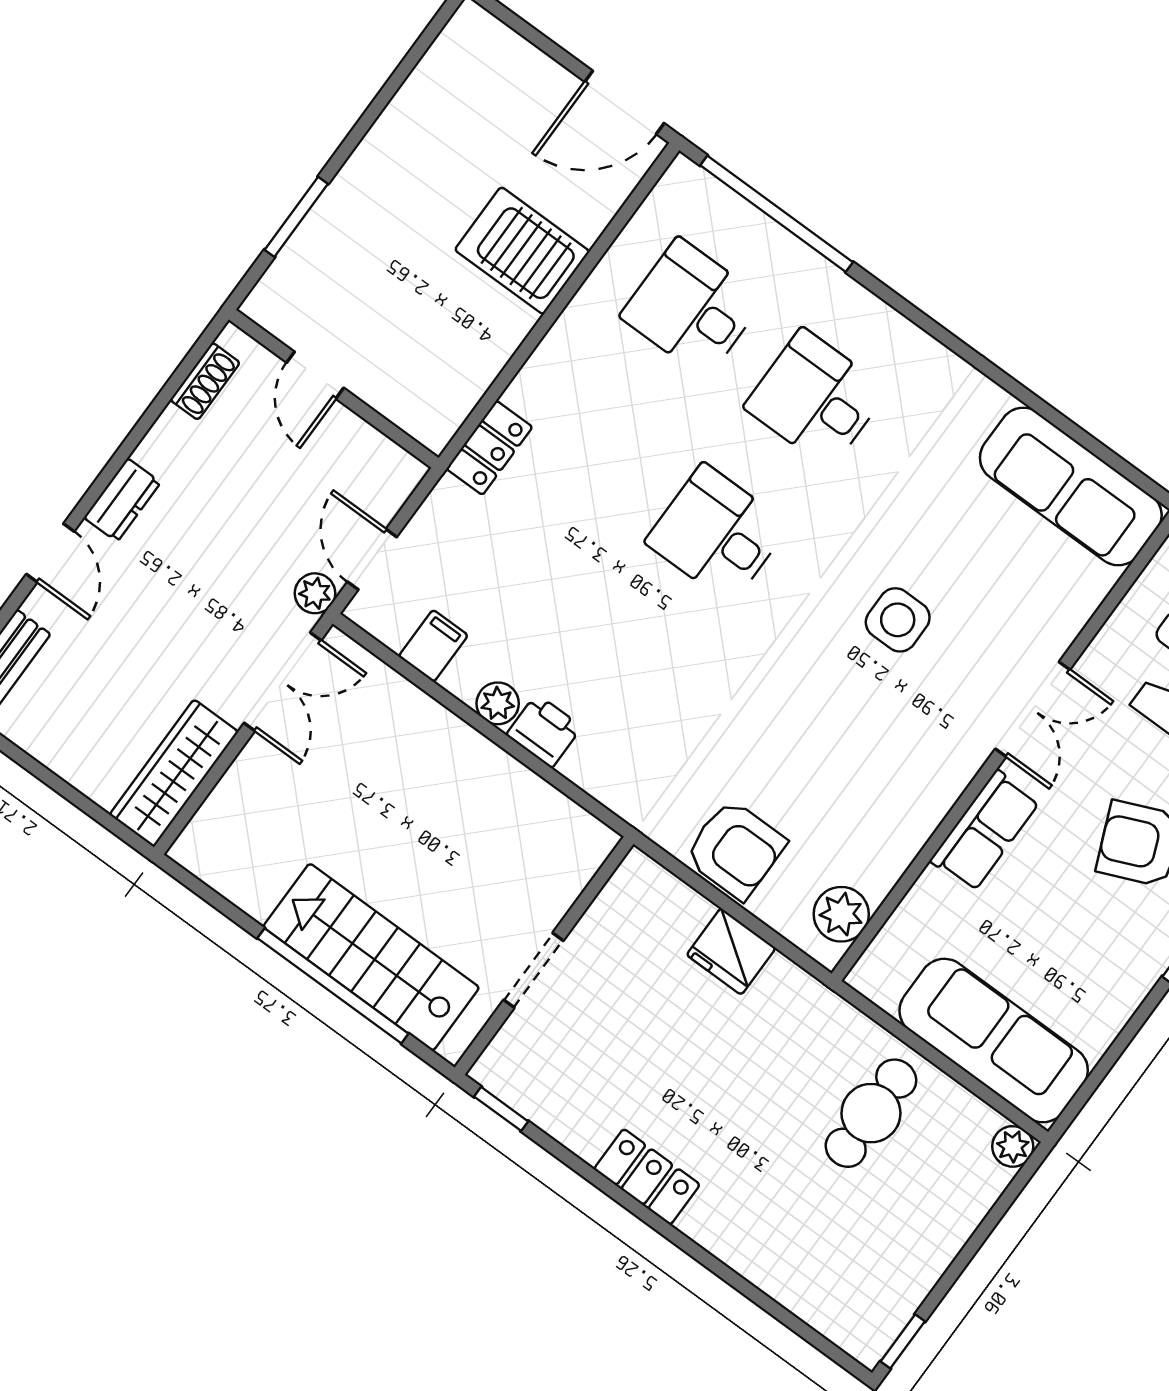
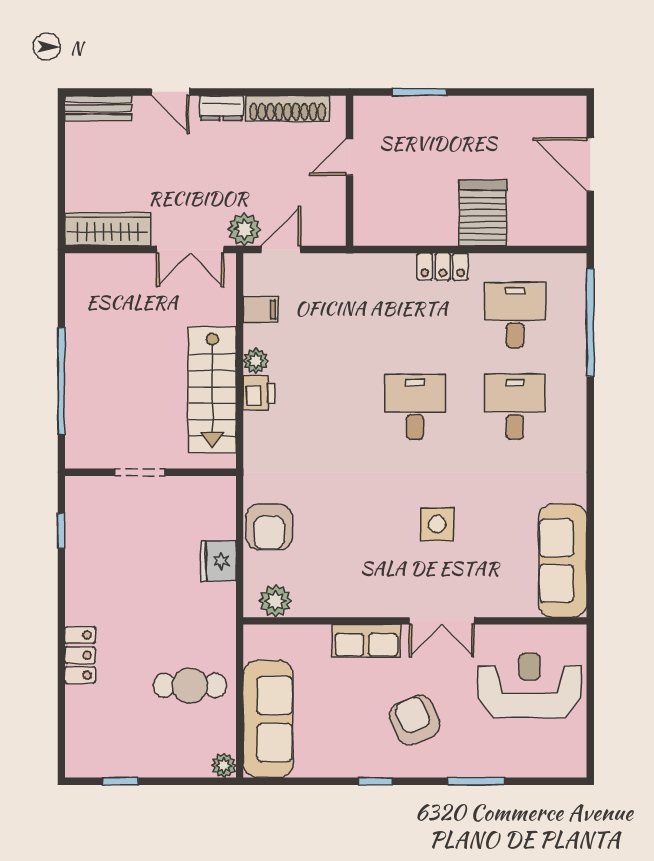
door: (624, 102) -> (590, 165), moved
shoe rack: (205, 381) -> (288, 108), width x1.94, depth x1.24
locker: (489, 448) -> (443, 267), moved
door: (50, 553) -> (170, 92), hinge flipped
plant: (315, 593) -> (244, 229), width x1.38, depth x1.38
stairs: (371, 957) -> (212, 390), moved, turned 180
window: (501, 1109) -> (61, 531), moved
locker: (647, 1177) -> (80, 655), moved
window: (903, 1341) -> (121, 781), moved

